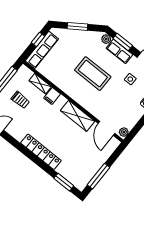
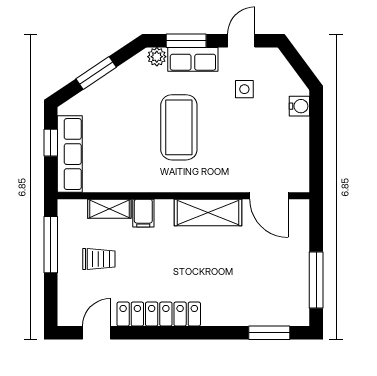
coffee table: (93, 74) -> (179, 127), turned 90
plant: (124, 132) -> (300, 180), removed
locker: (41, 152) -> (159, 314), moved

